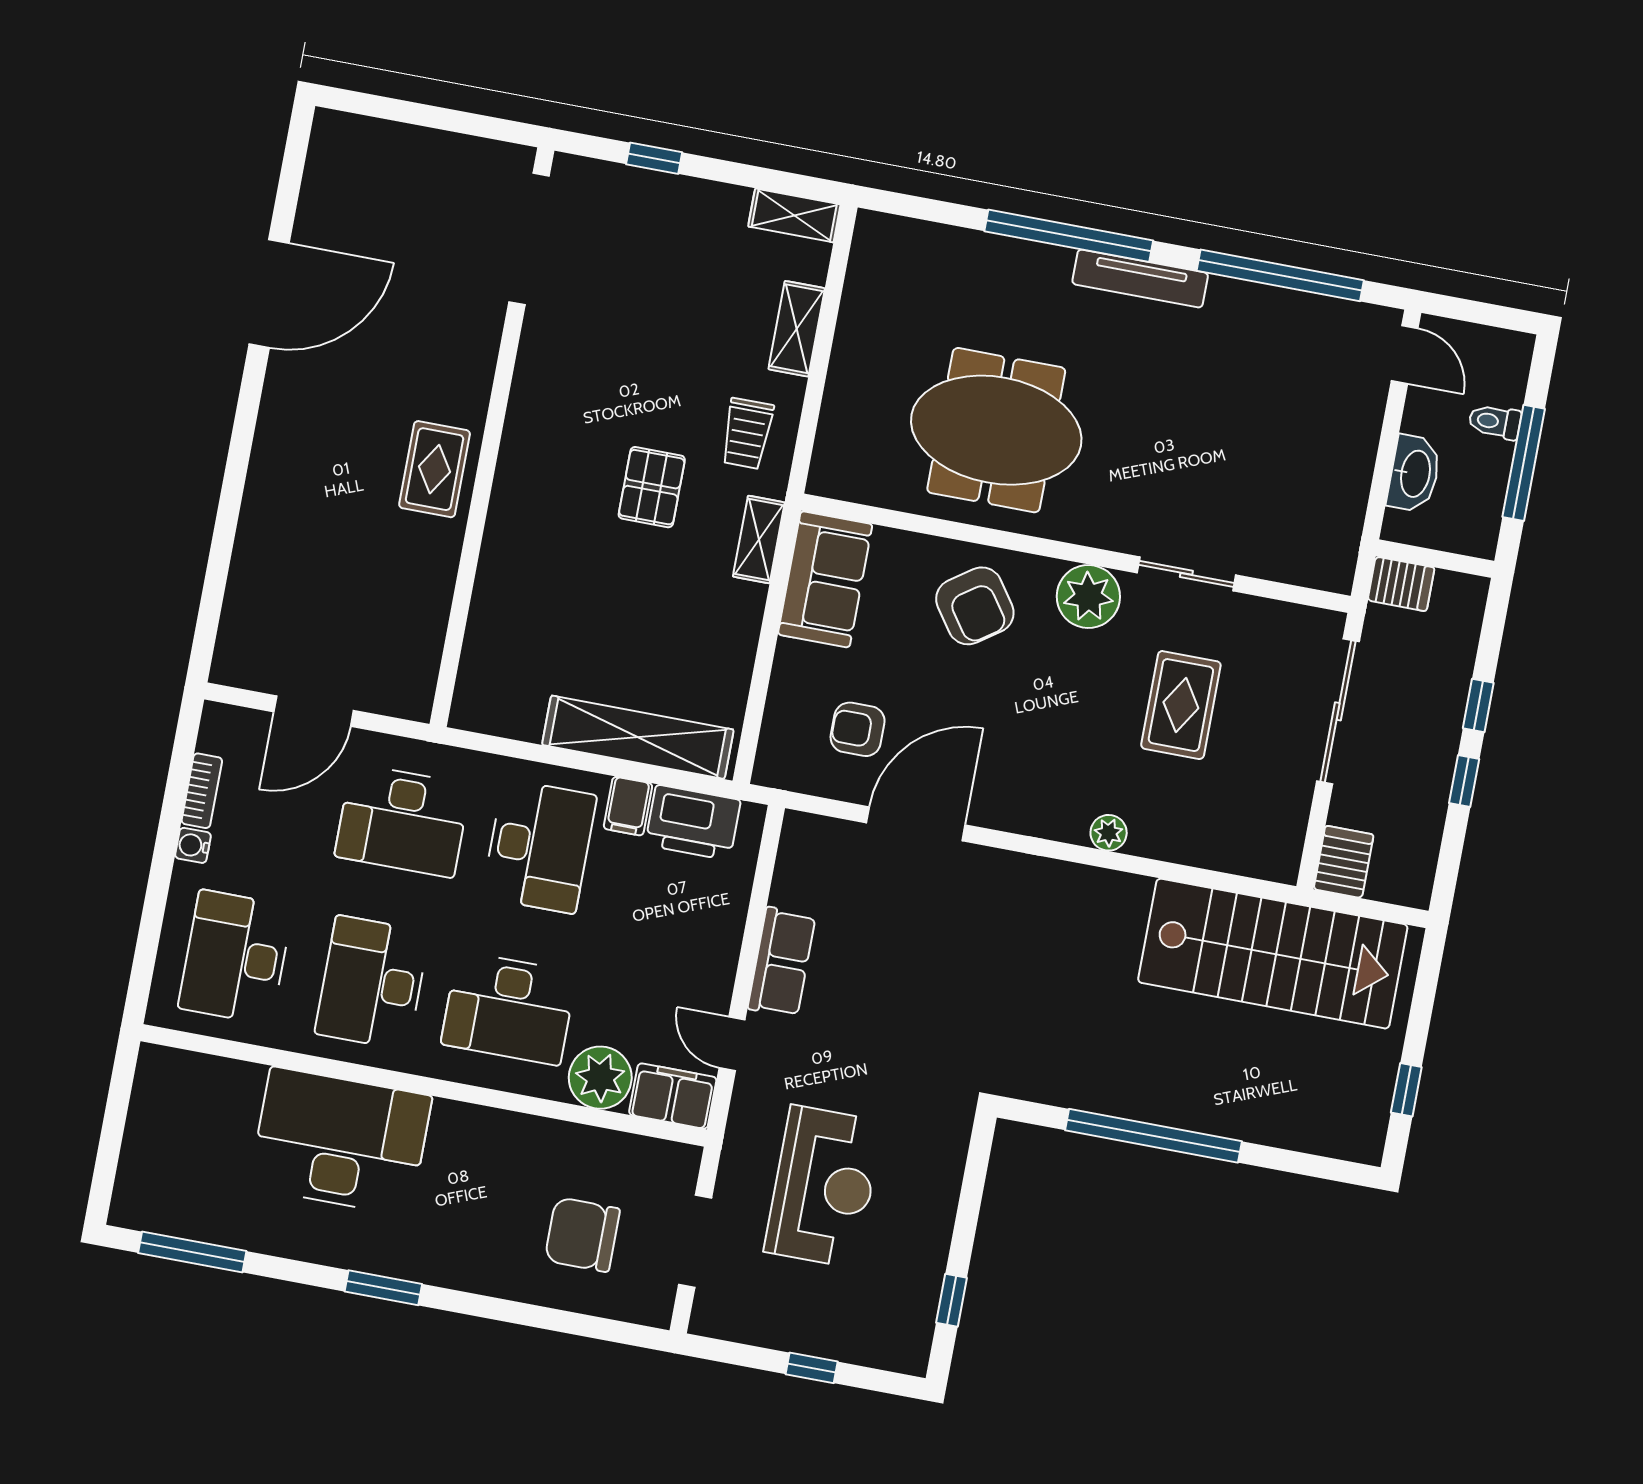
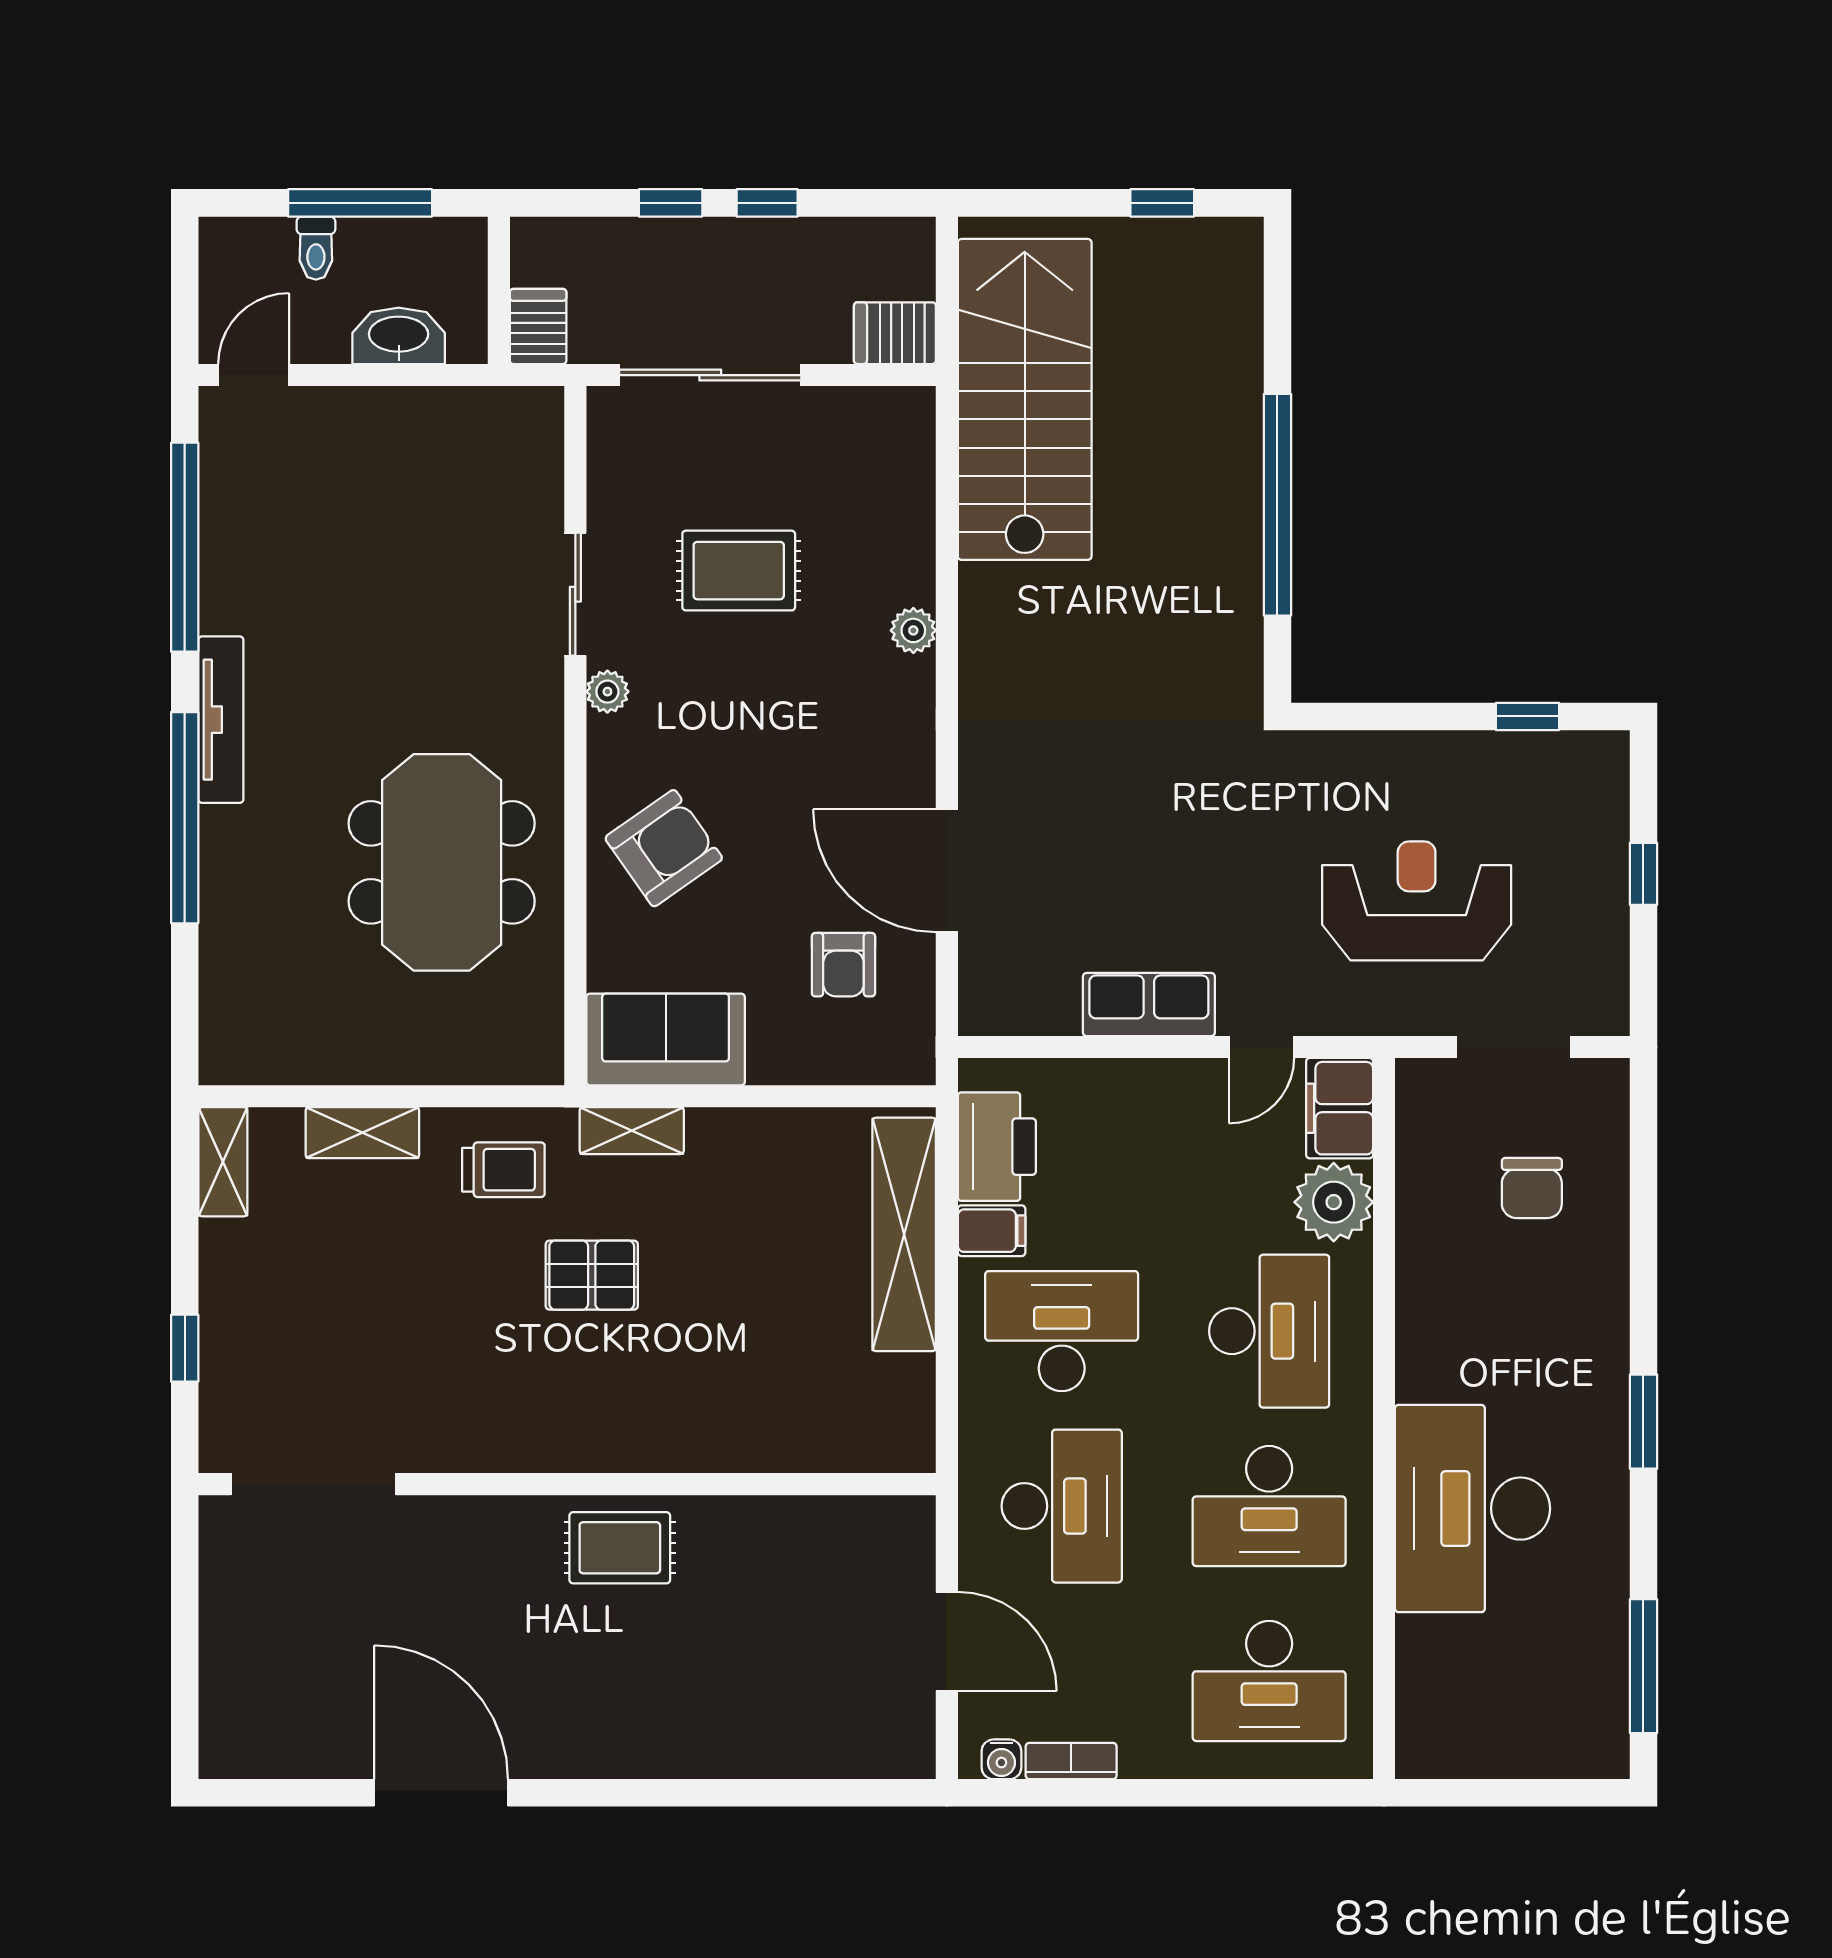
plant: (1088, 597) -> (607, 692), width x0.53, depth x0.53
water cooler: (193, 845) -> (1001, 1759), moved
chair: (582, 1235) -> (1532, 1188), width x0.73, depth x0.73

